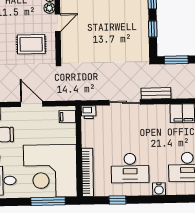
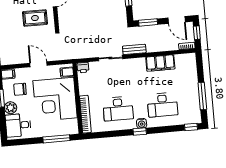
corner desk: (50, 171) -> (55, 99), moved
window: (117, 200) -> (140, 131), moved

